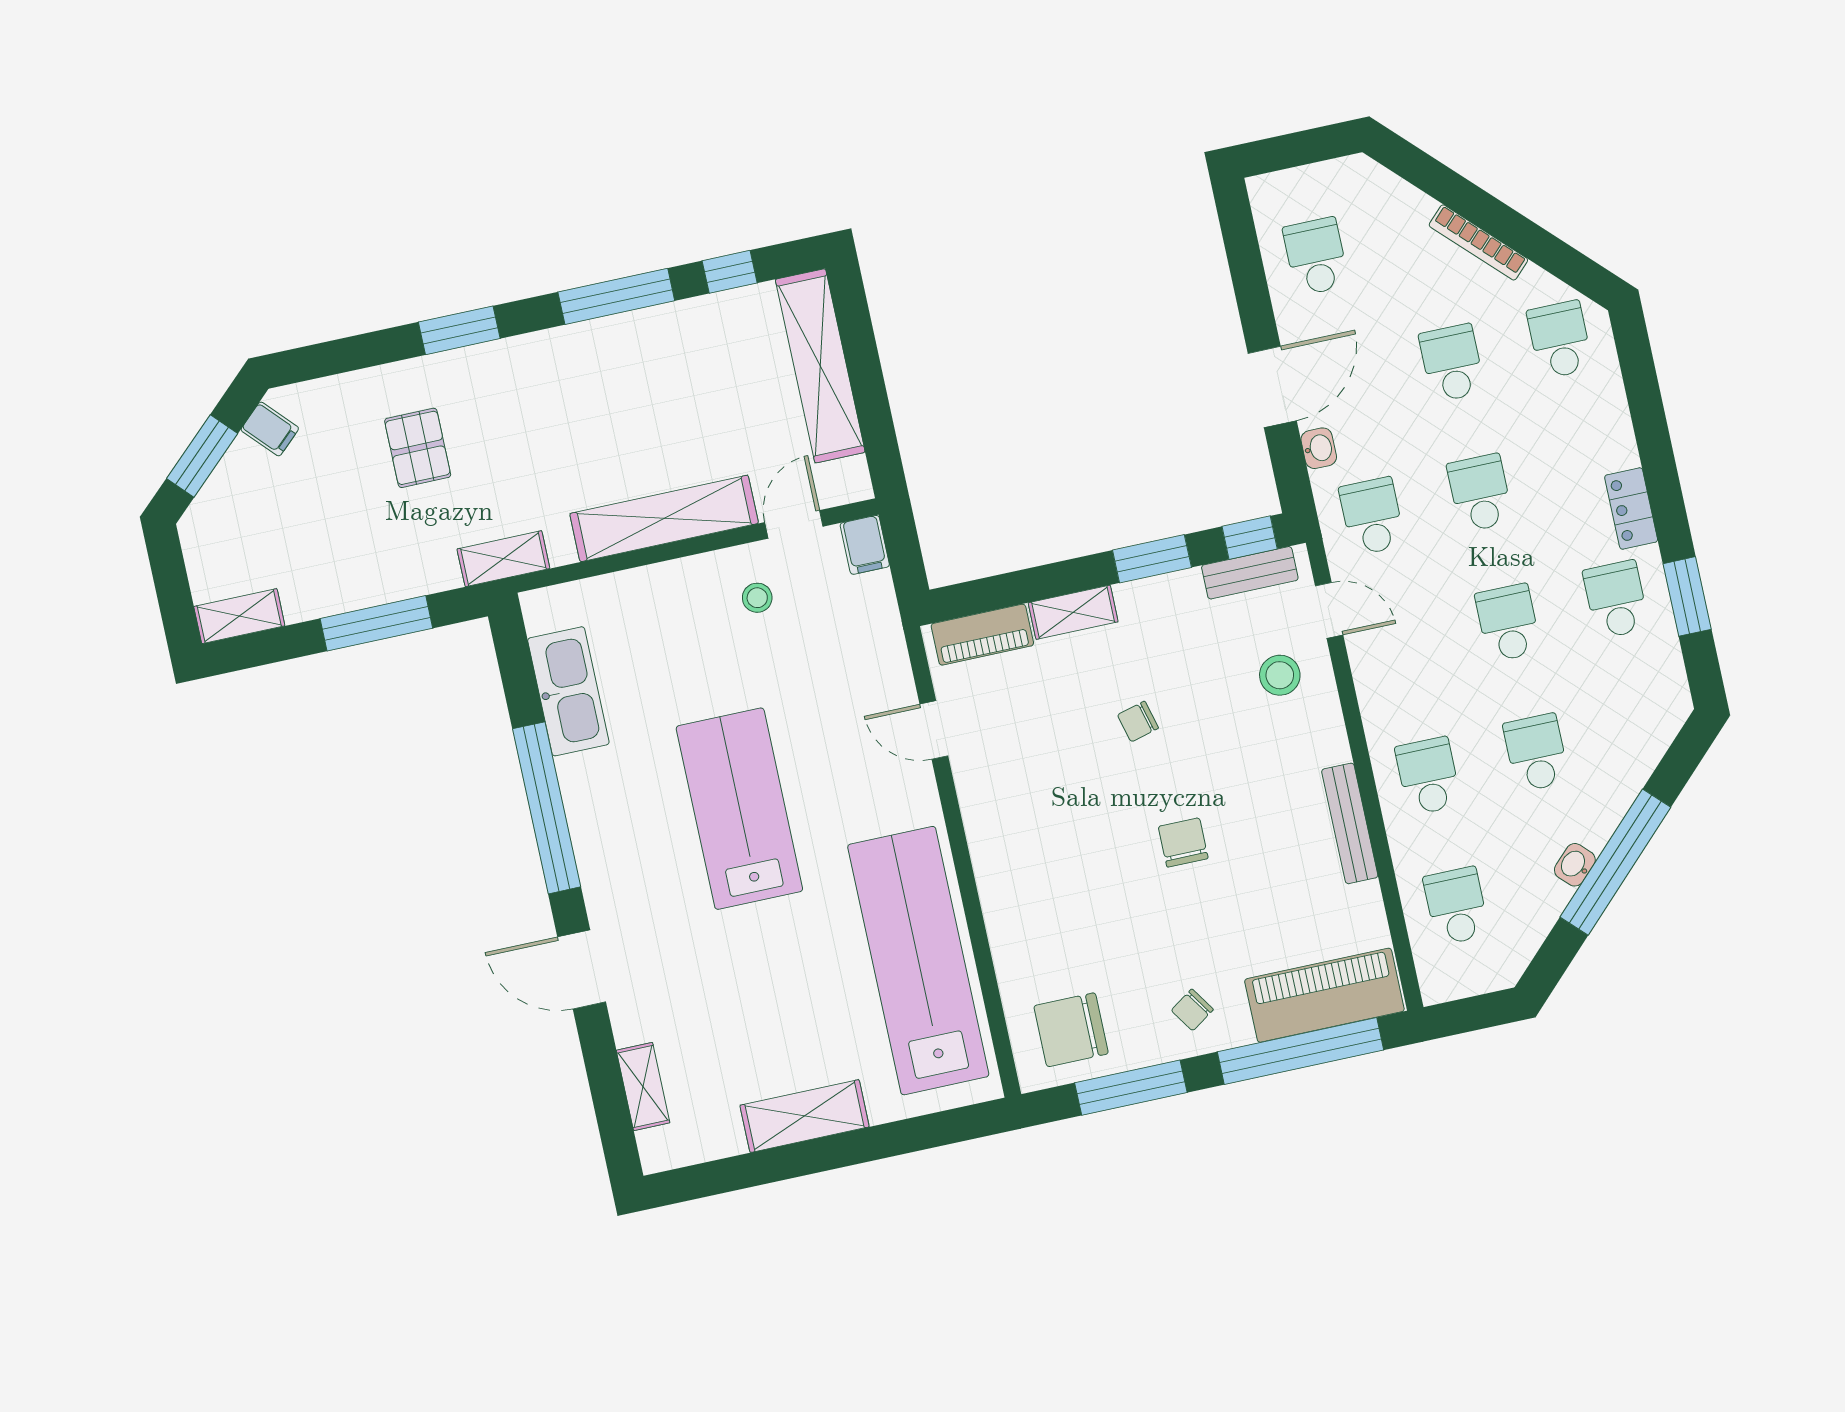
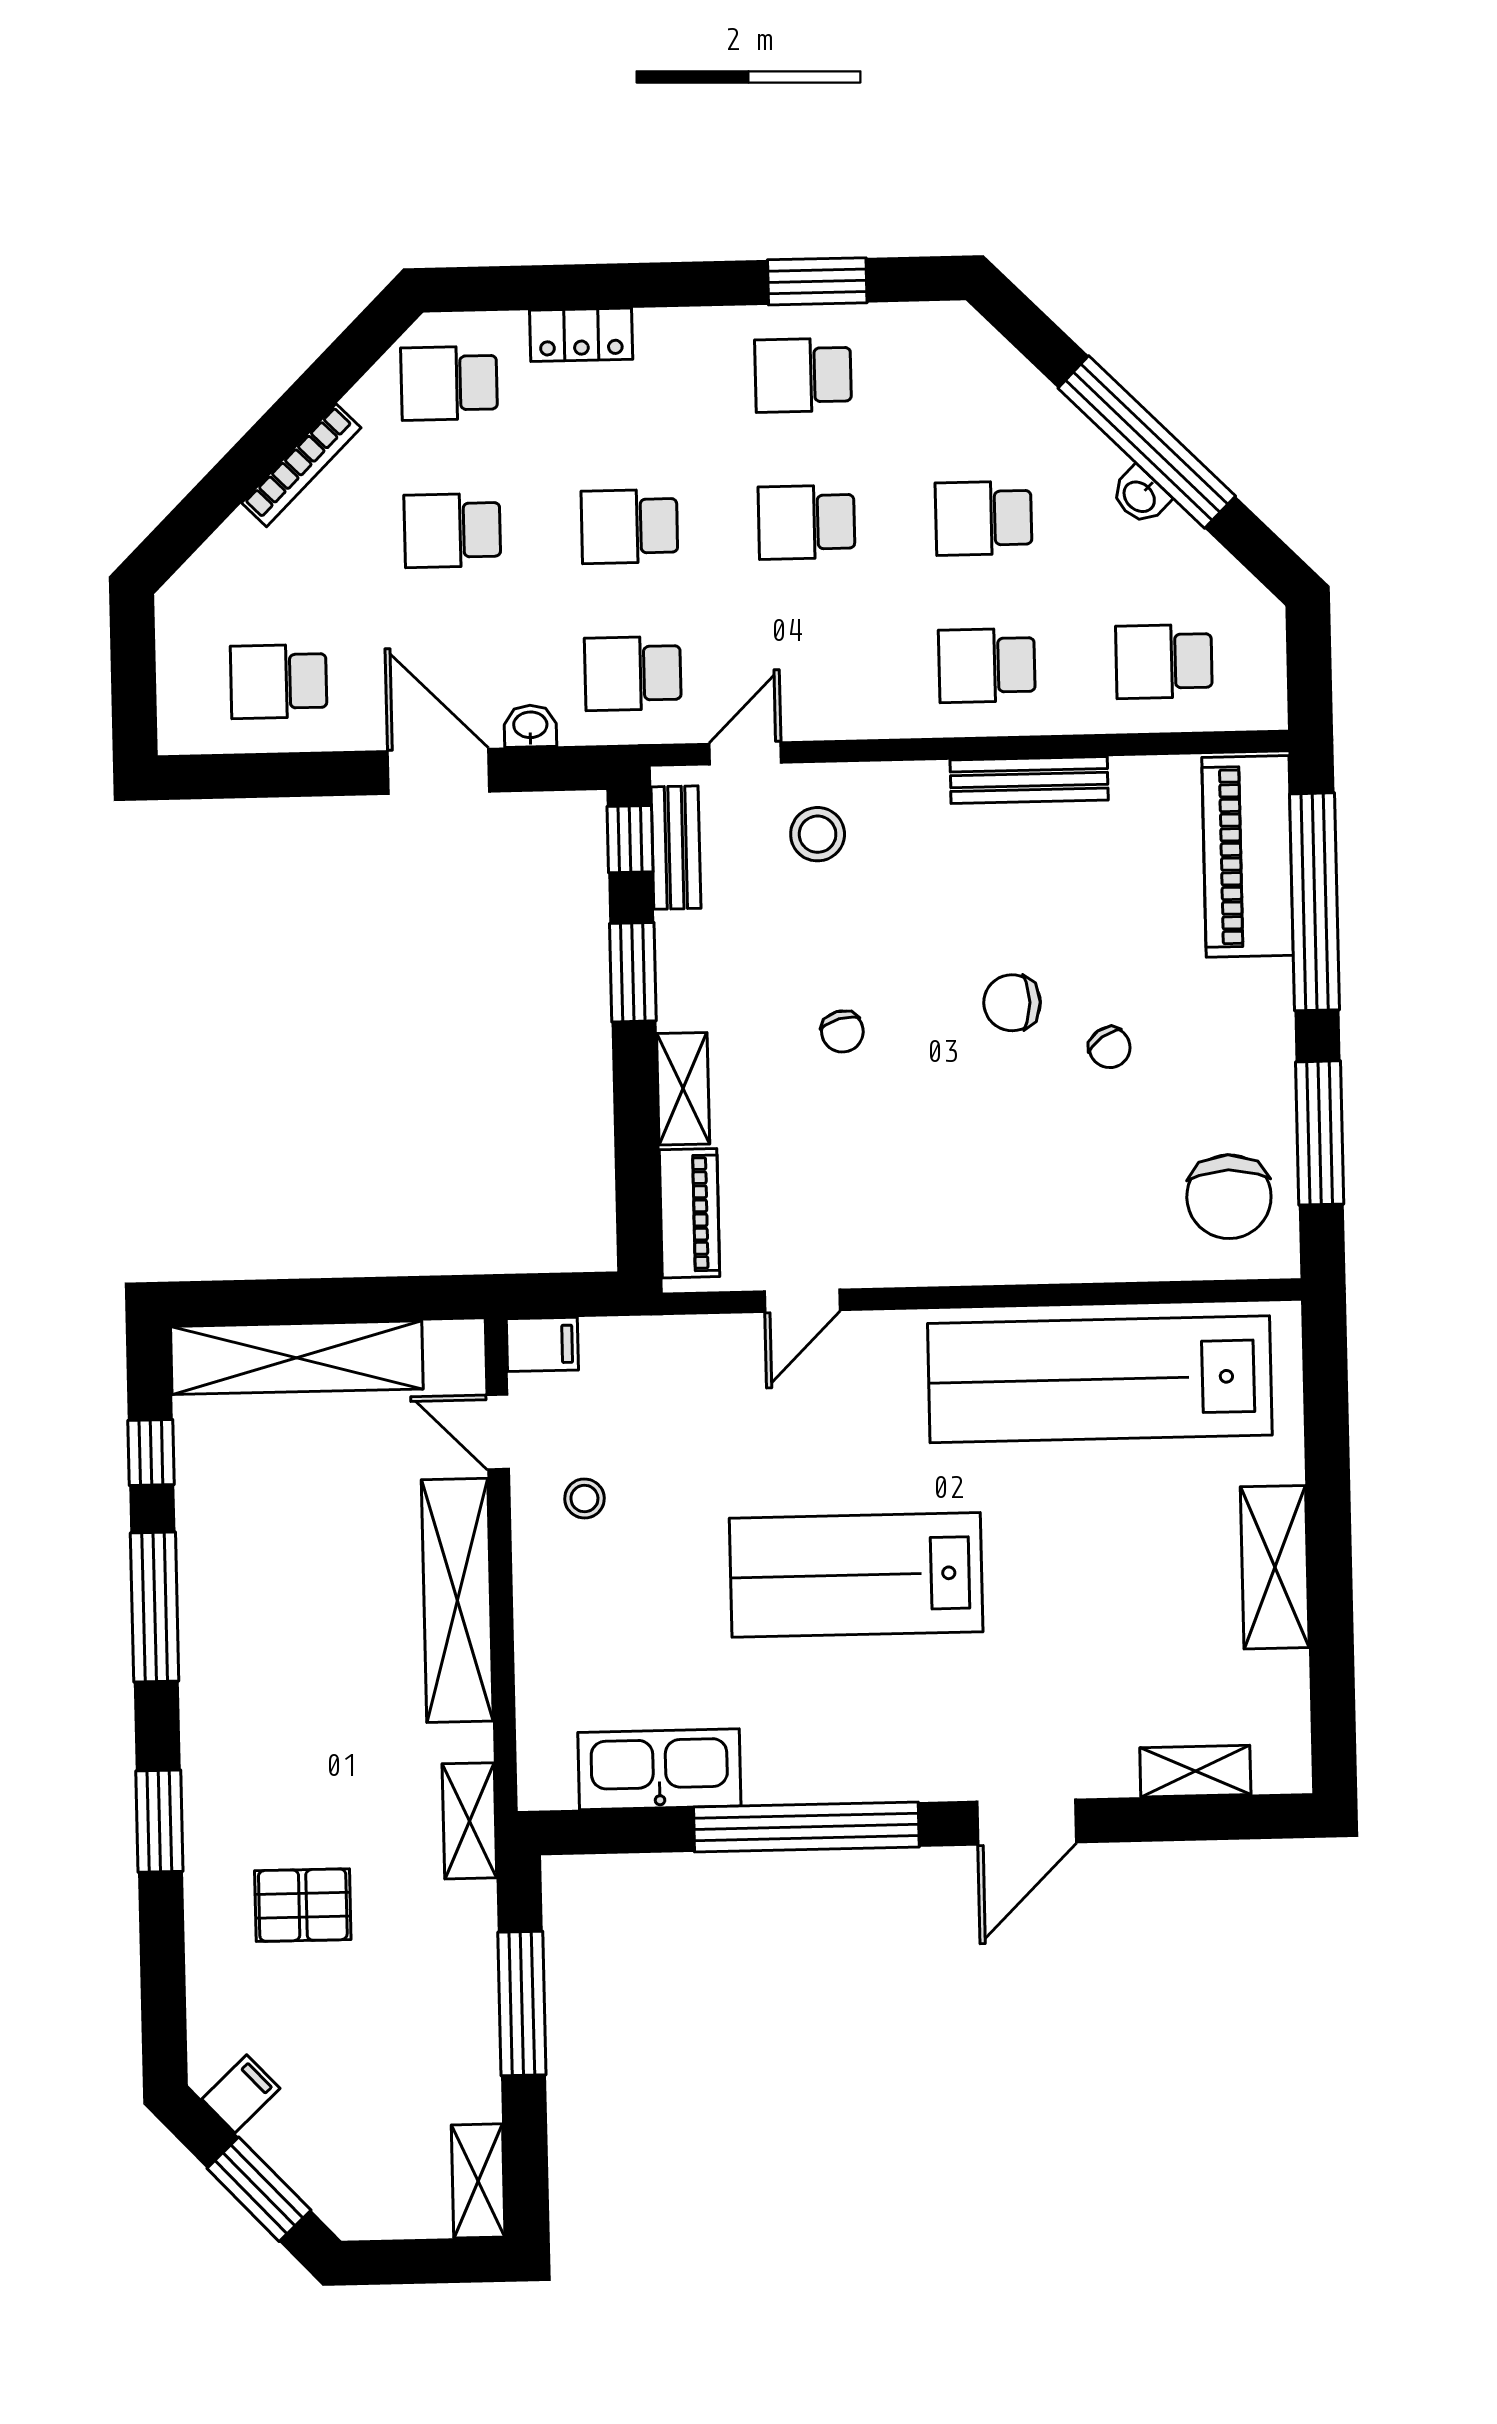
locker: (1631, 509) -> (581, 335), moved
chair: (1192, 1010) -> (1110, 1047), moved

